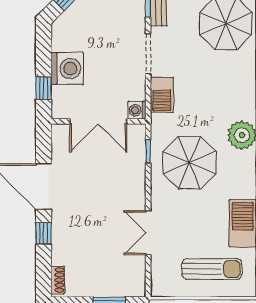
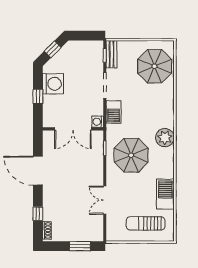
washing machine: (67, 69) -> (53, 84), moved
window: (44, 88) -> (38, 96), moved
window: (44, 233) -> (38, 214), moved
sun lounger: (212, 269) -> (146, 223), turned 180

